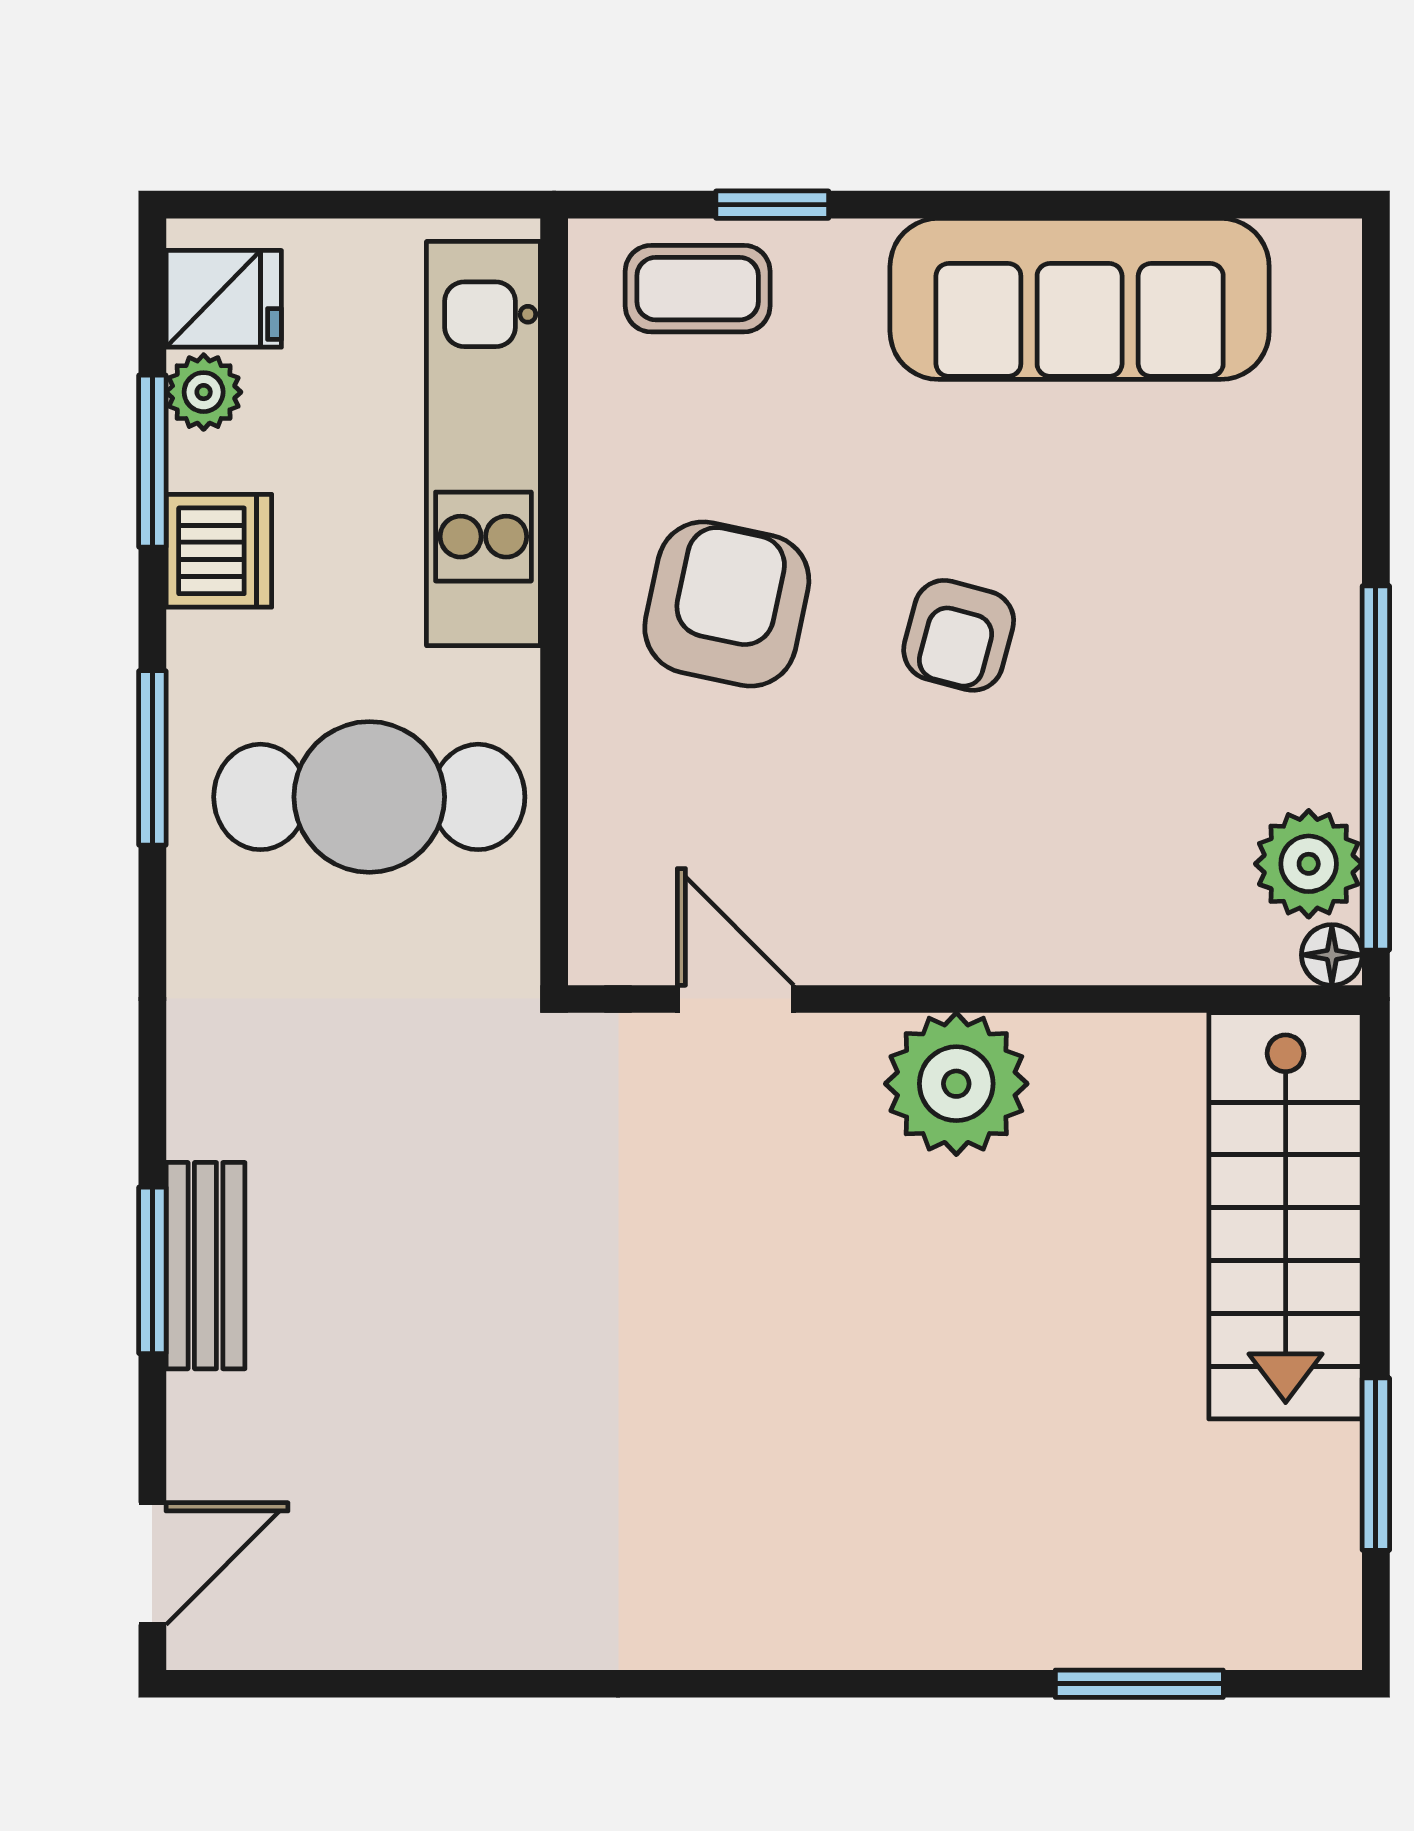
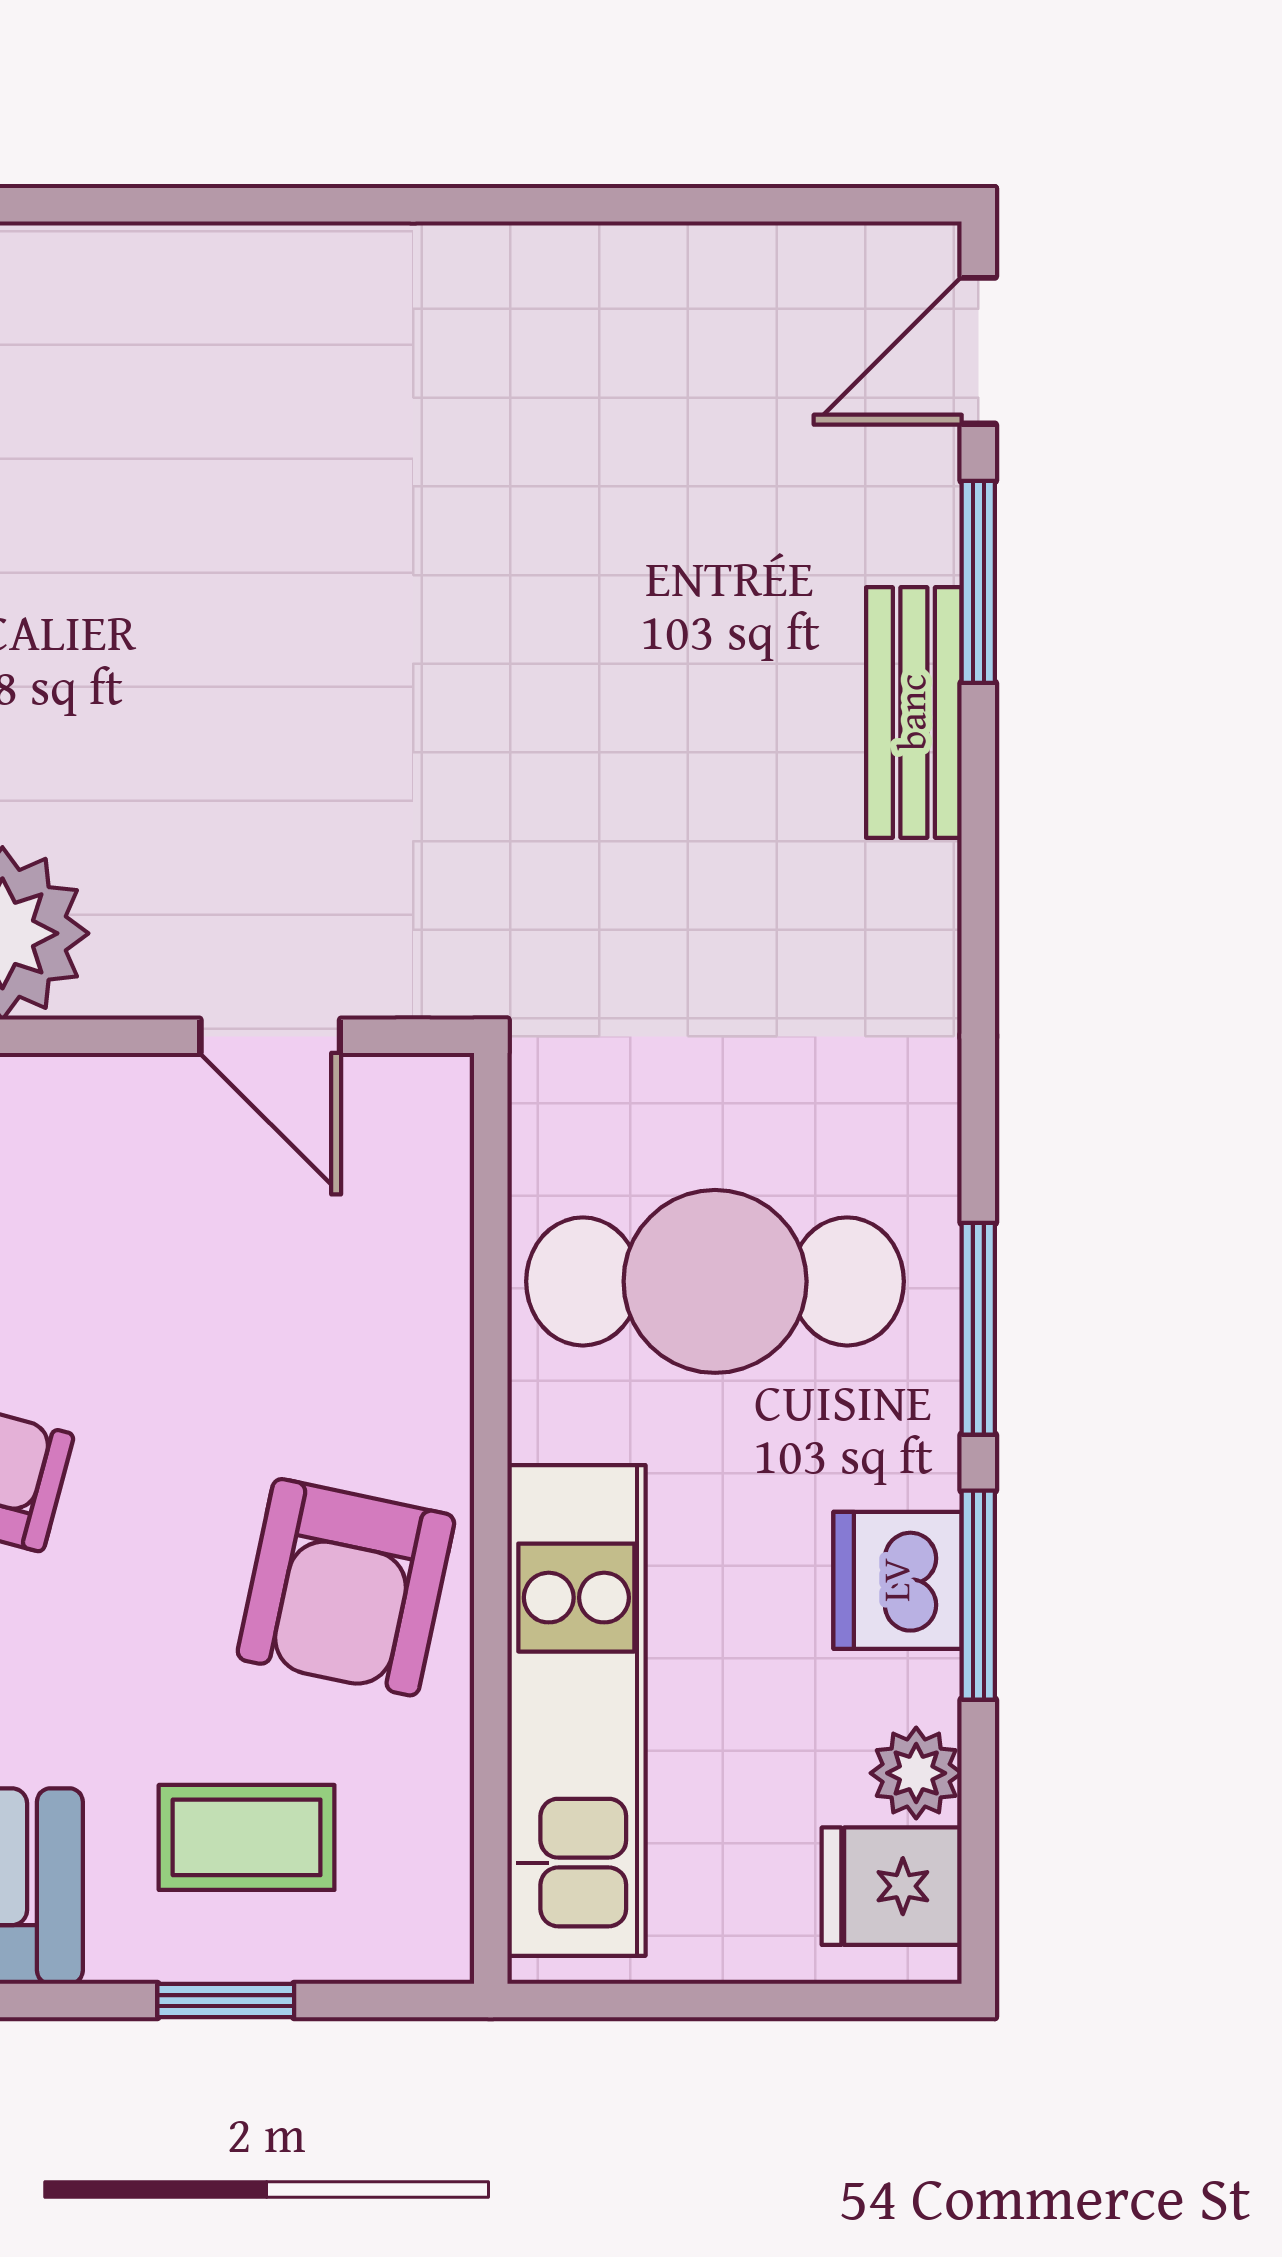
coffee table: (698, 289) -> (247, 1837), moved
window: (152, 461) -> (978, 1595), moved
armchair: (727, 604) -> (346, 1587), moved
window: (152, 1270) -> (978, 582), moved

